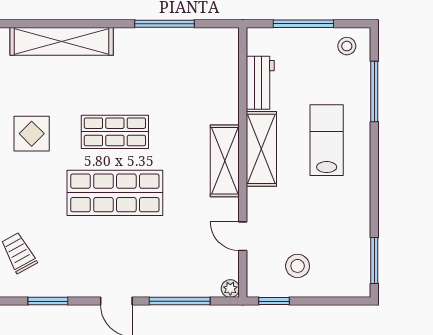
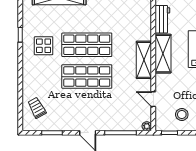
shop shelf: (115, 132) -> (87, 45), width x1.43, depth x1.36

